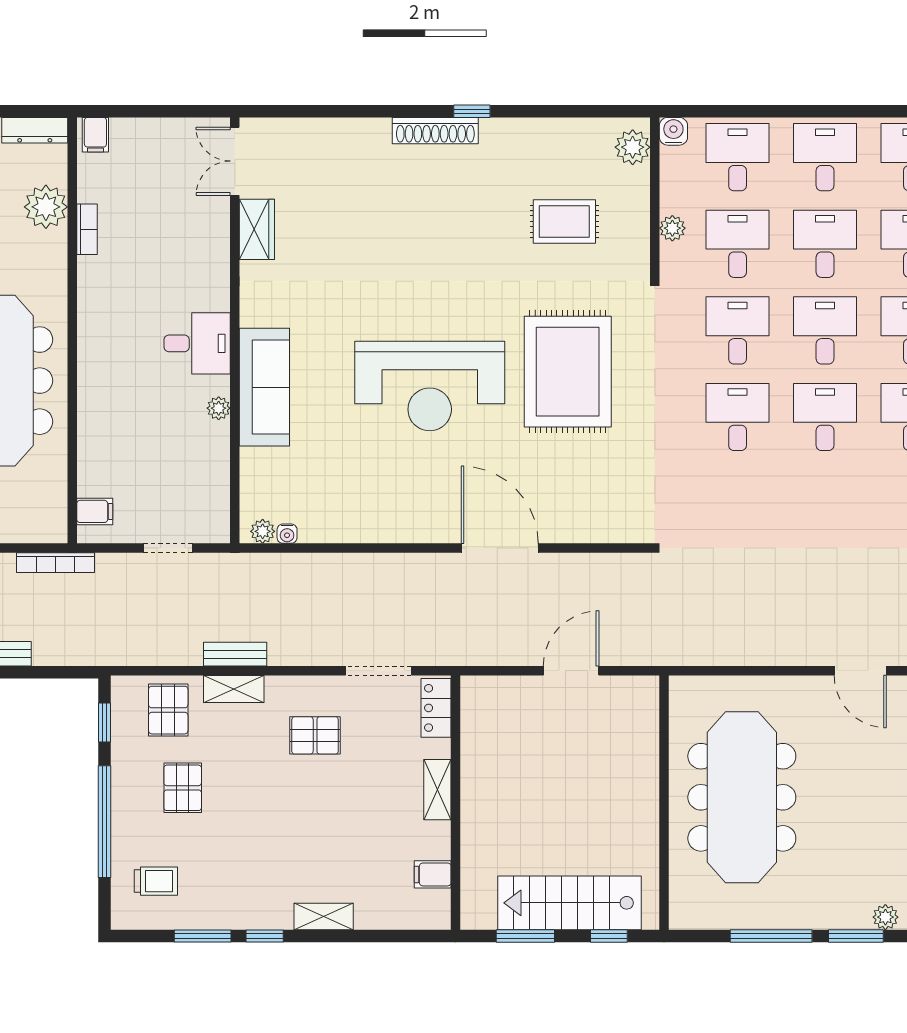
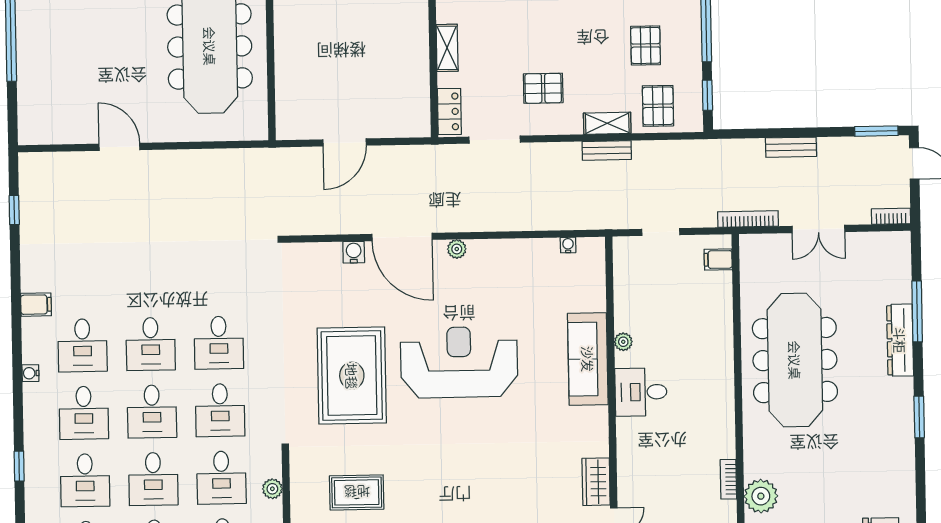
water cooler: (562, 530) -> (354, 252), added
plant: (263, 531) -> (457, 249), moved

